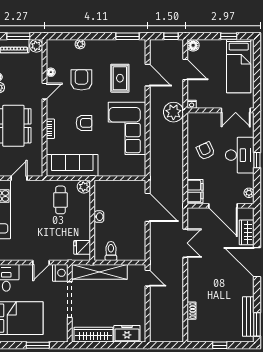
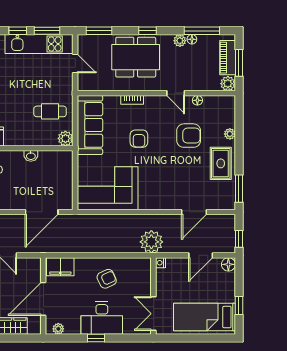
rug: (120, 78) -> (221, 163), moved, turned 90
corner sofa: (127, 128) -> (108, 188), moved

